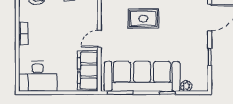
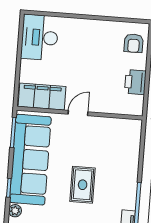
rug: (143, 18) -> (83, 185), moved
bookcase: (23, 33) -> (91, 24), removed
door: (99, 39) -> (78, 113), hinge flipped

